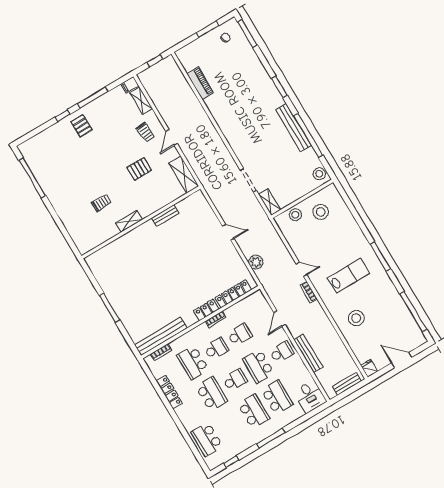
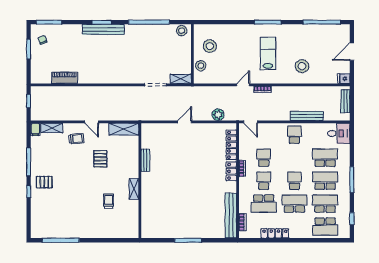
bench: (293, 128) -> (103, 29), moved
door: (280, 319) -> (251, 122), moved
school desk: (258, 366) -> (325, 204), moved, turned 180

